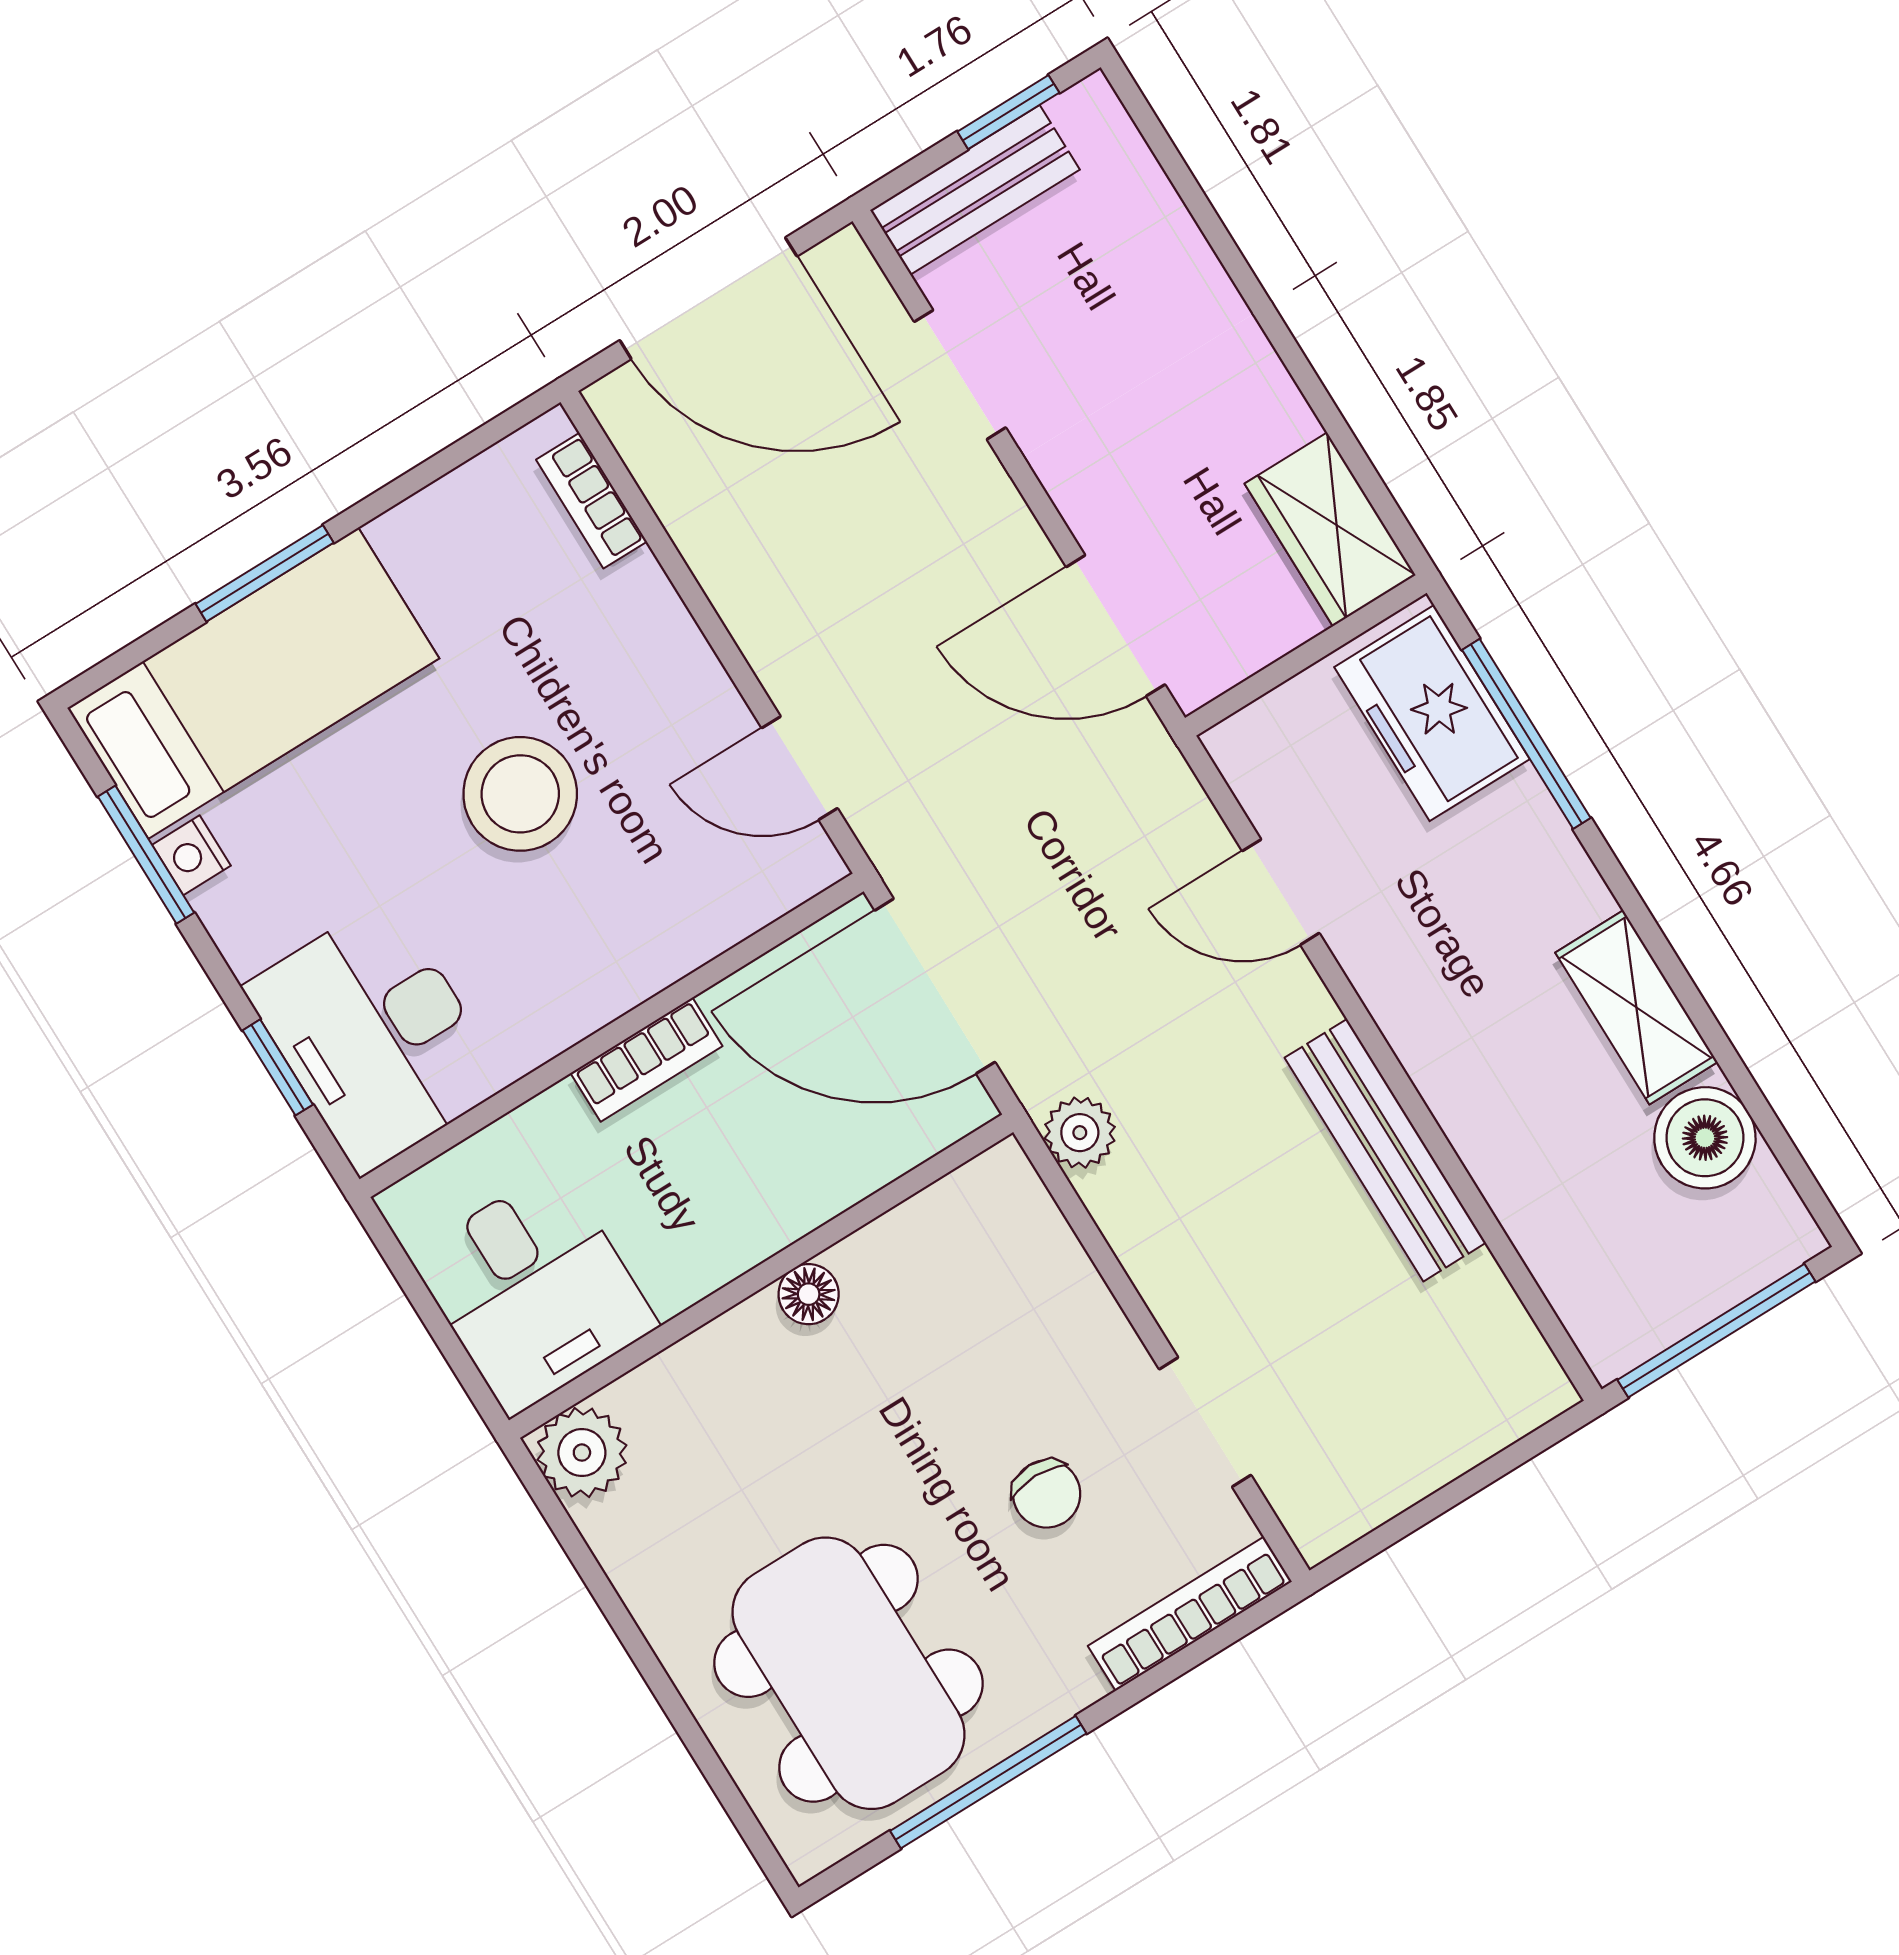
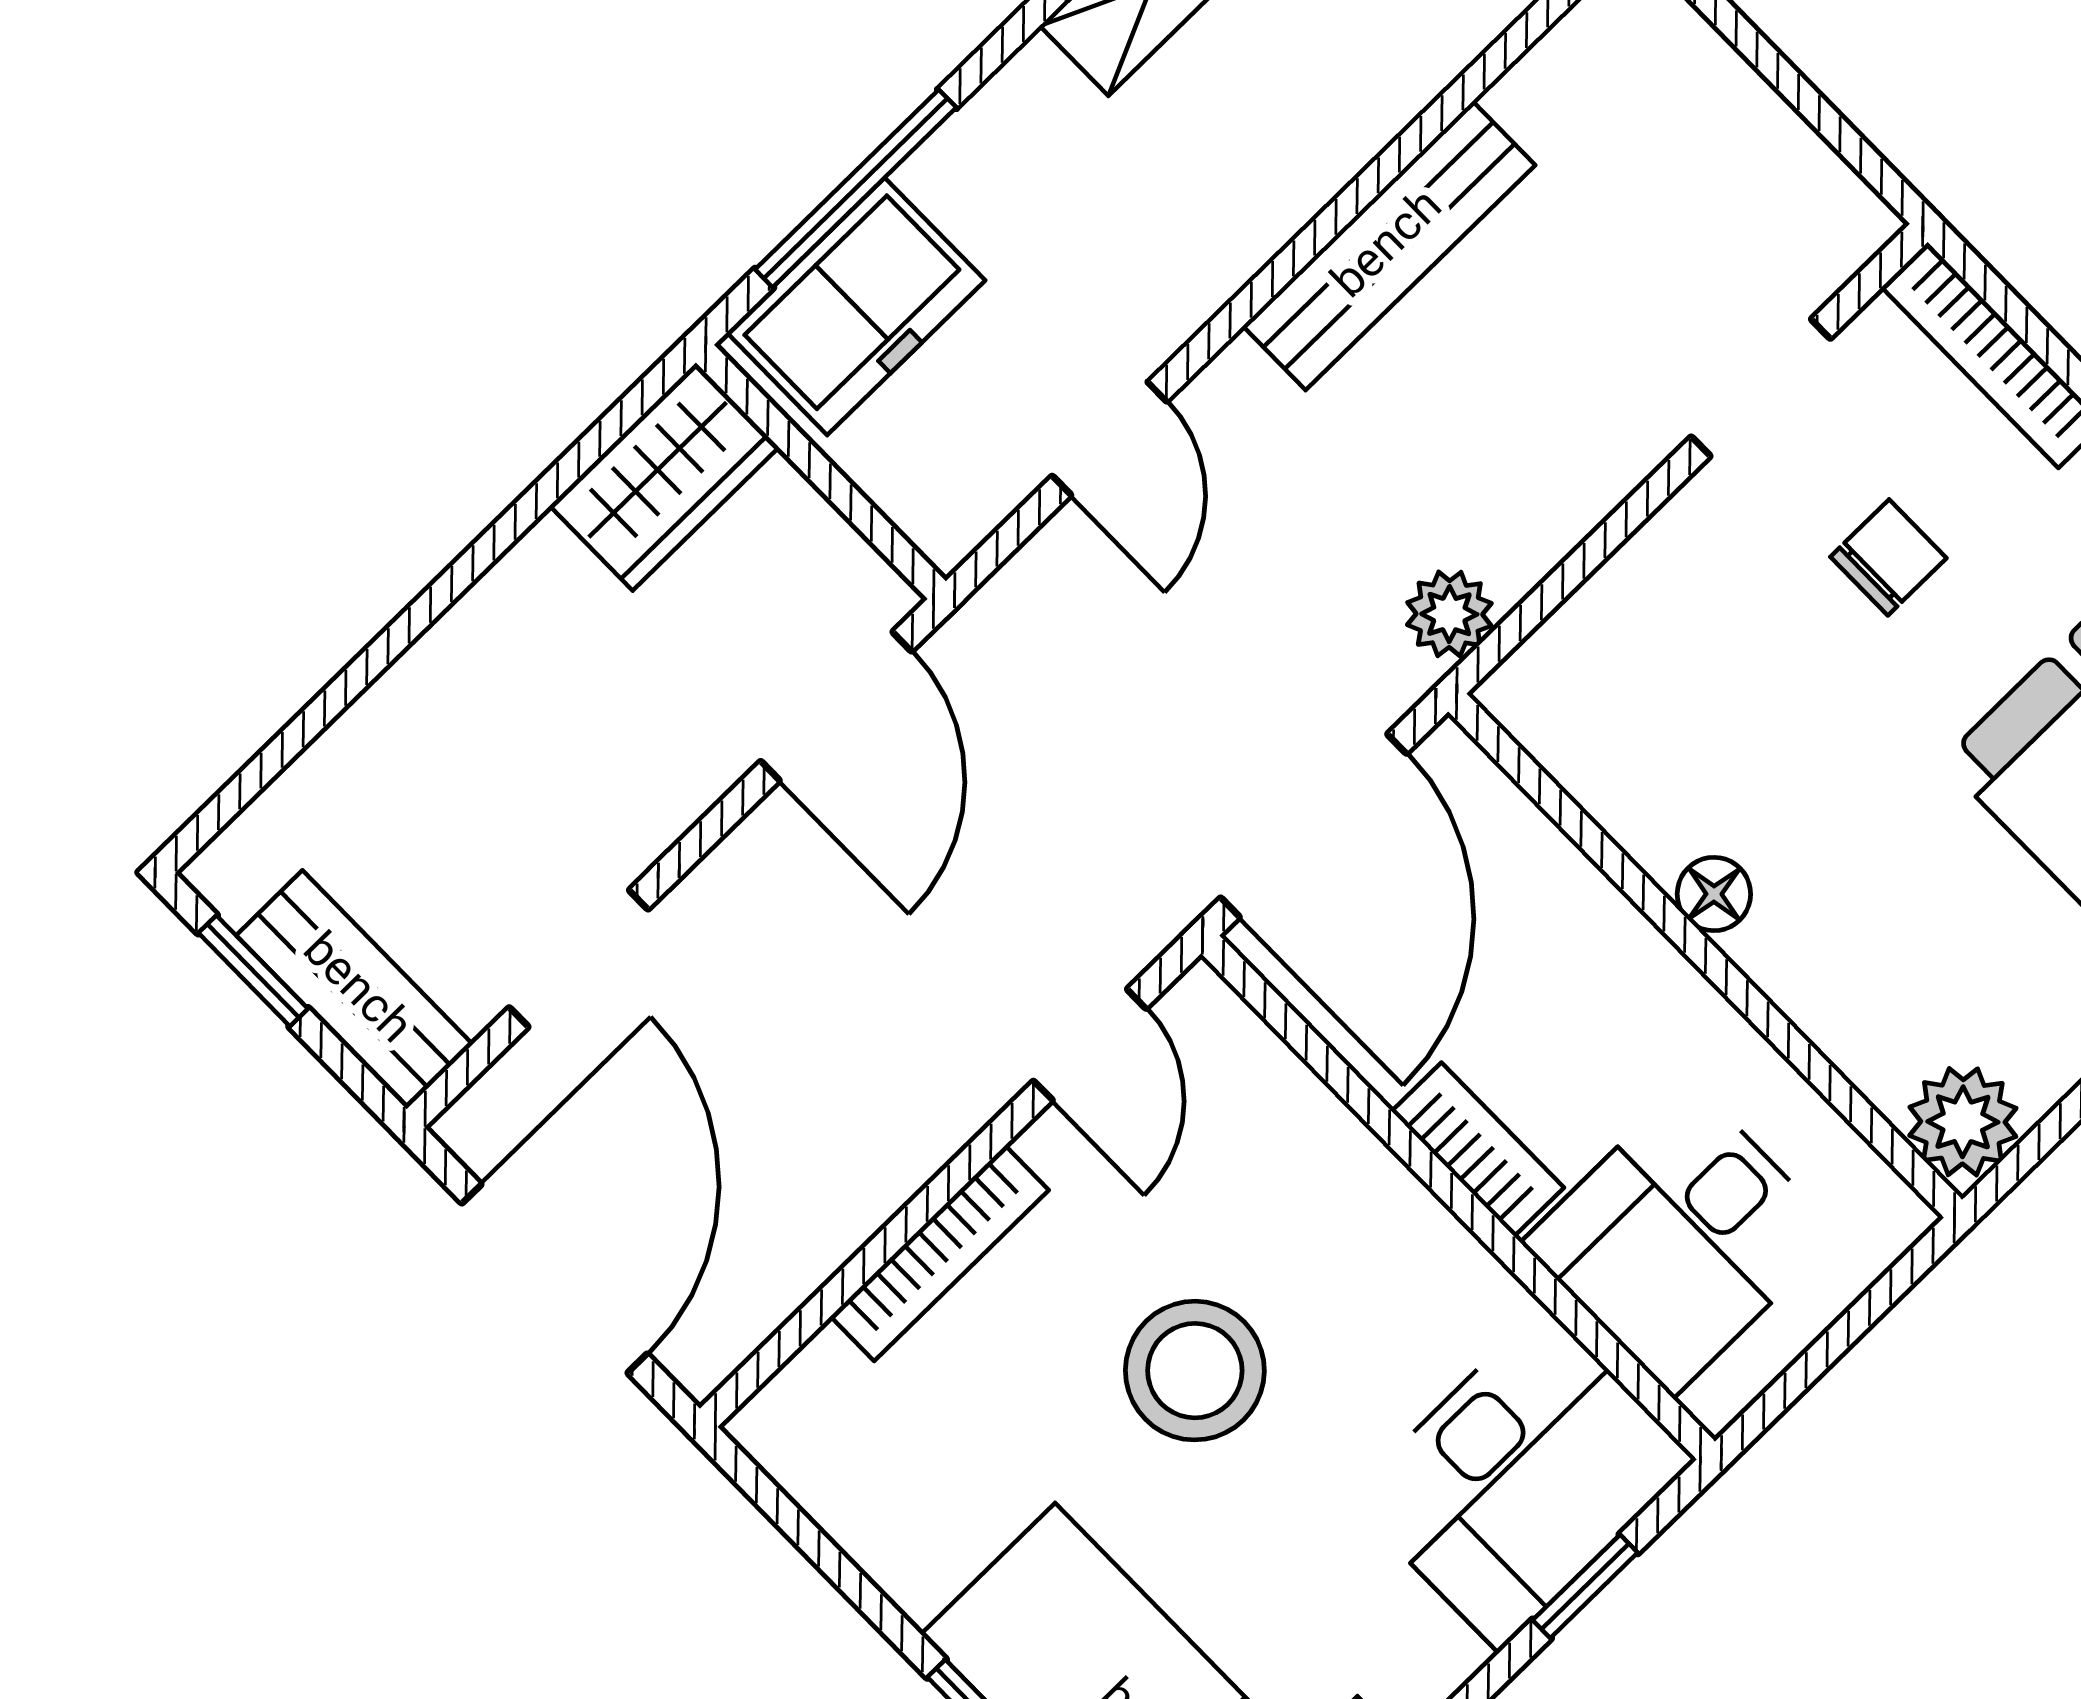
bookcase: (591, 501) -> (940, 1253), moved, width x1.56
desk: (534, 1291) -> (1681, 1238), moved, turned 180

